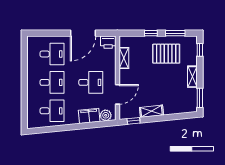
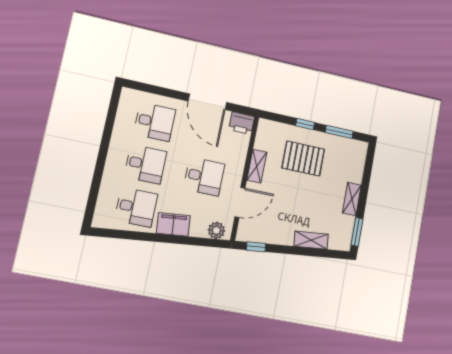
door: (83, 33) -> (207, 102), hinge flipped
window: (200, 50) -> (369, 163), removed
pallet: (166, 54) -> (303, 159), moved
shelving: (124, 58) -> (257, 166), moved
shelving: (151, 111) -> (311, 240), moved
filing cabinet: (89, 116) -> (173, 224), moved

